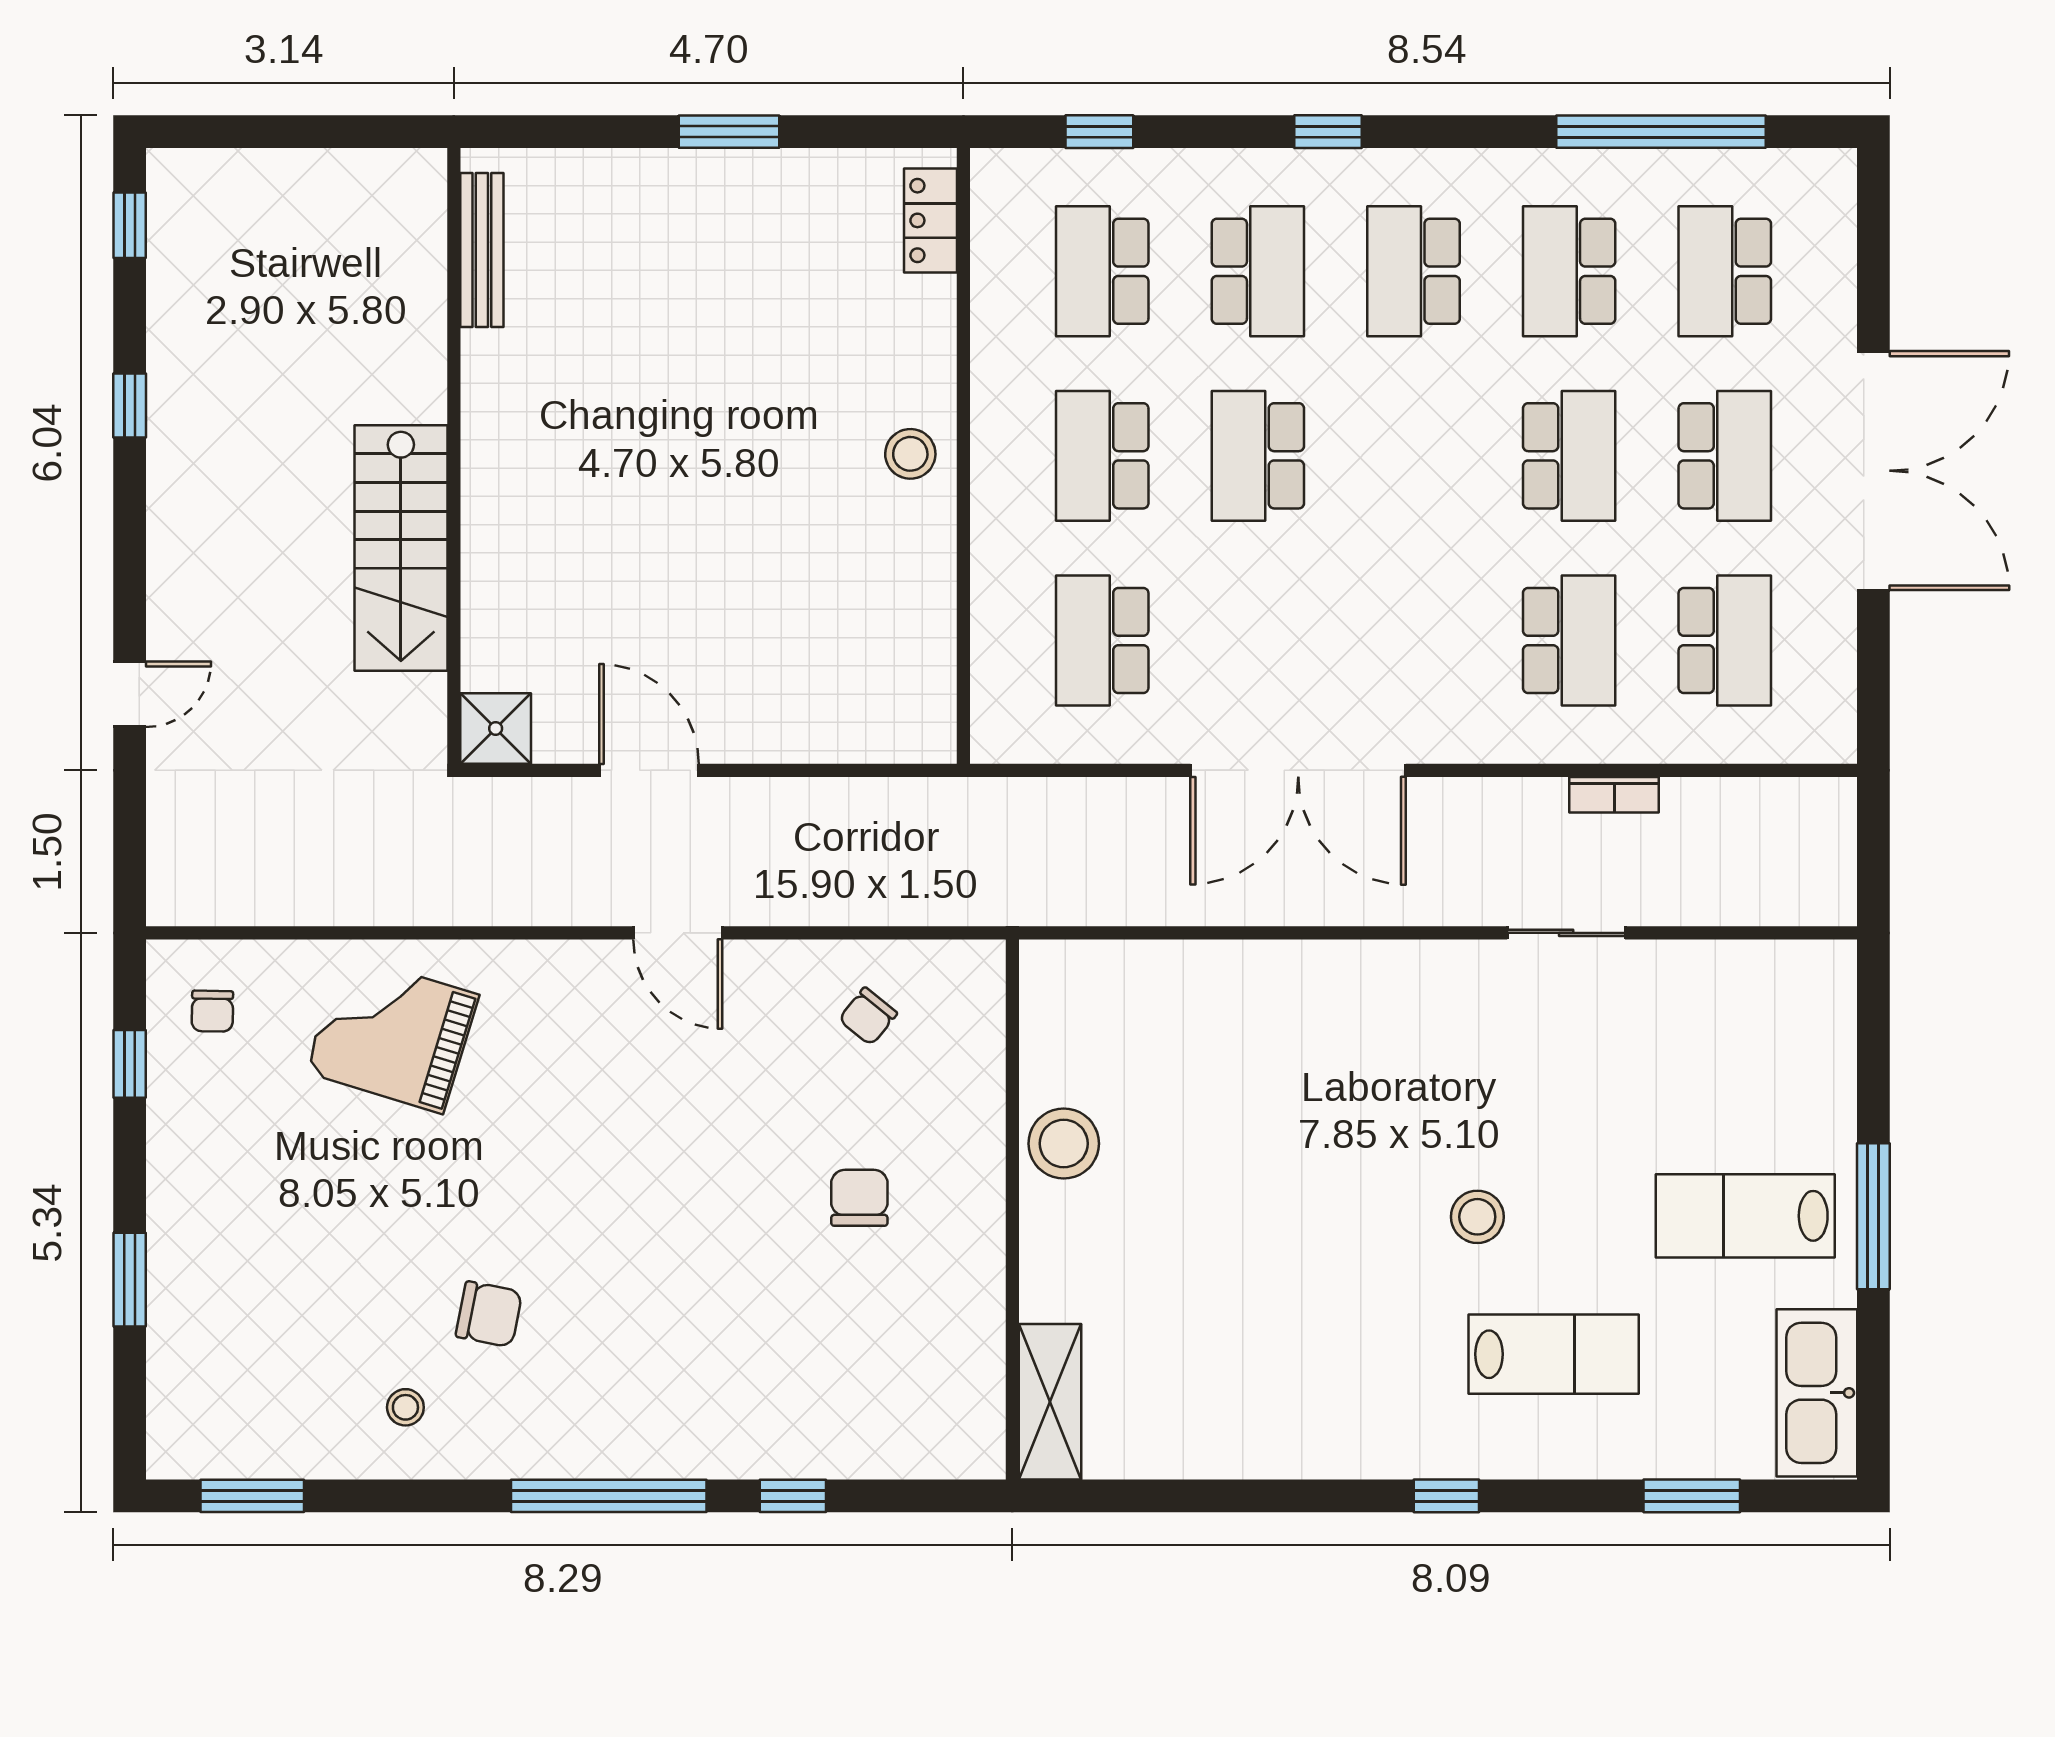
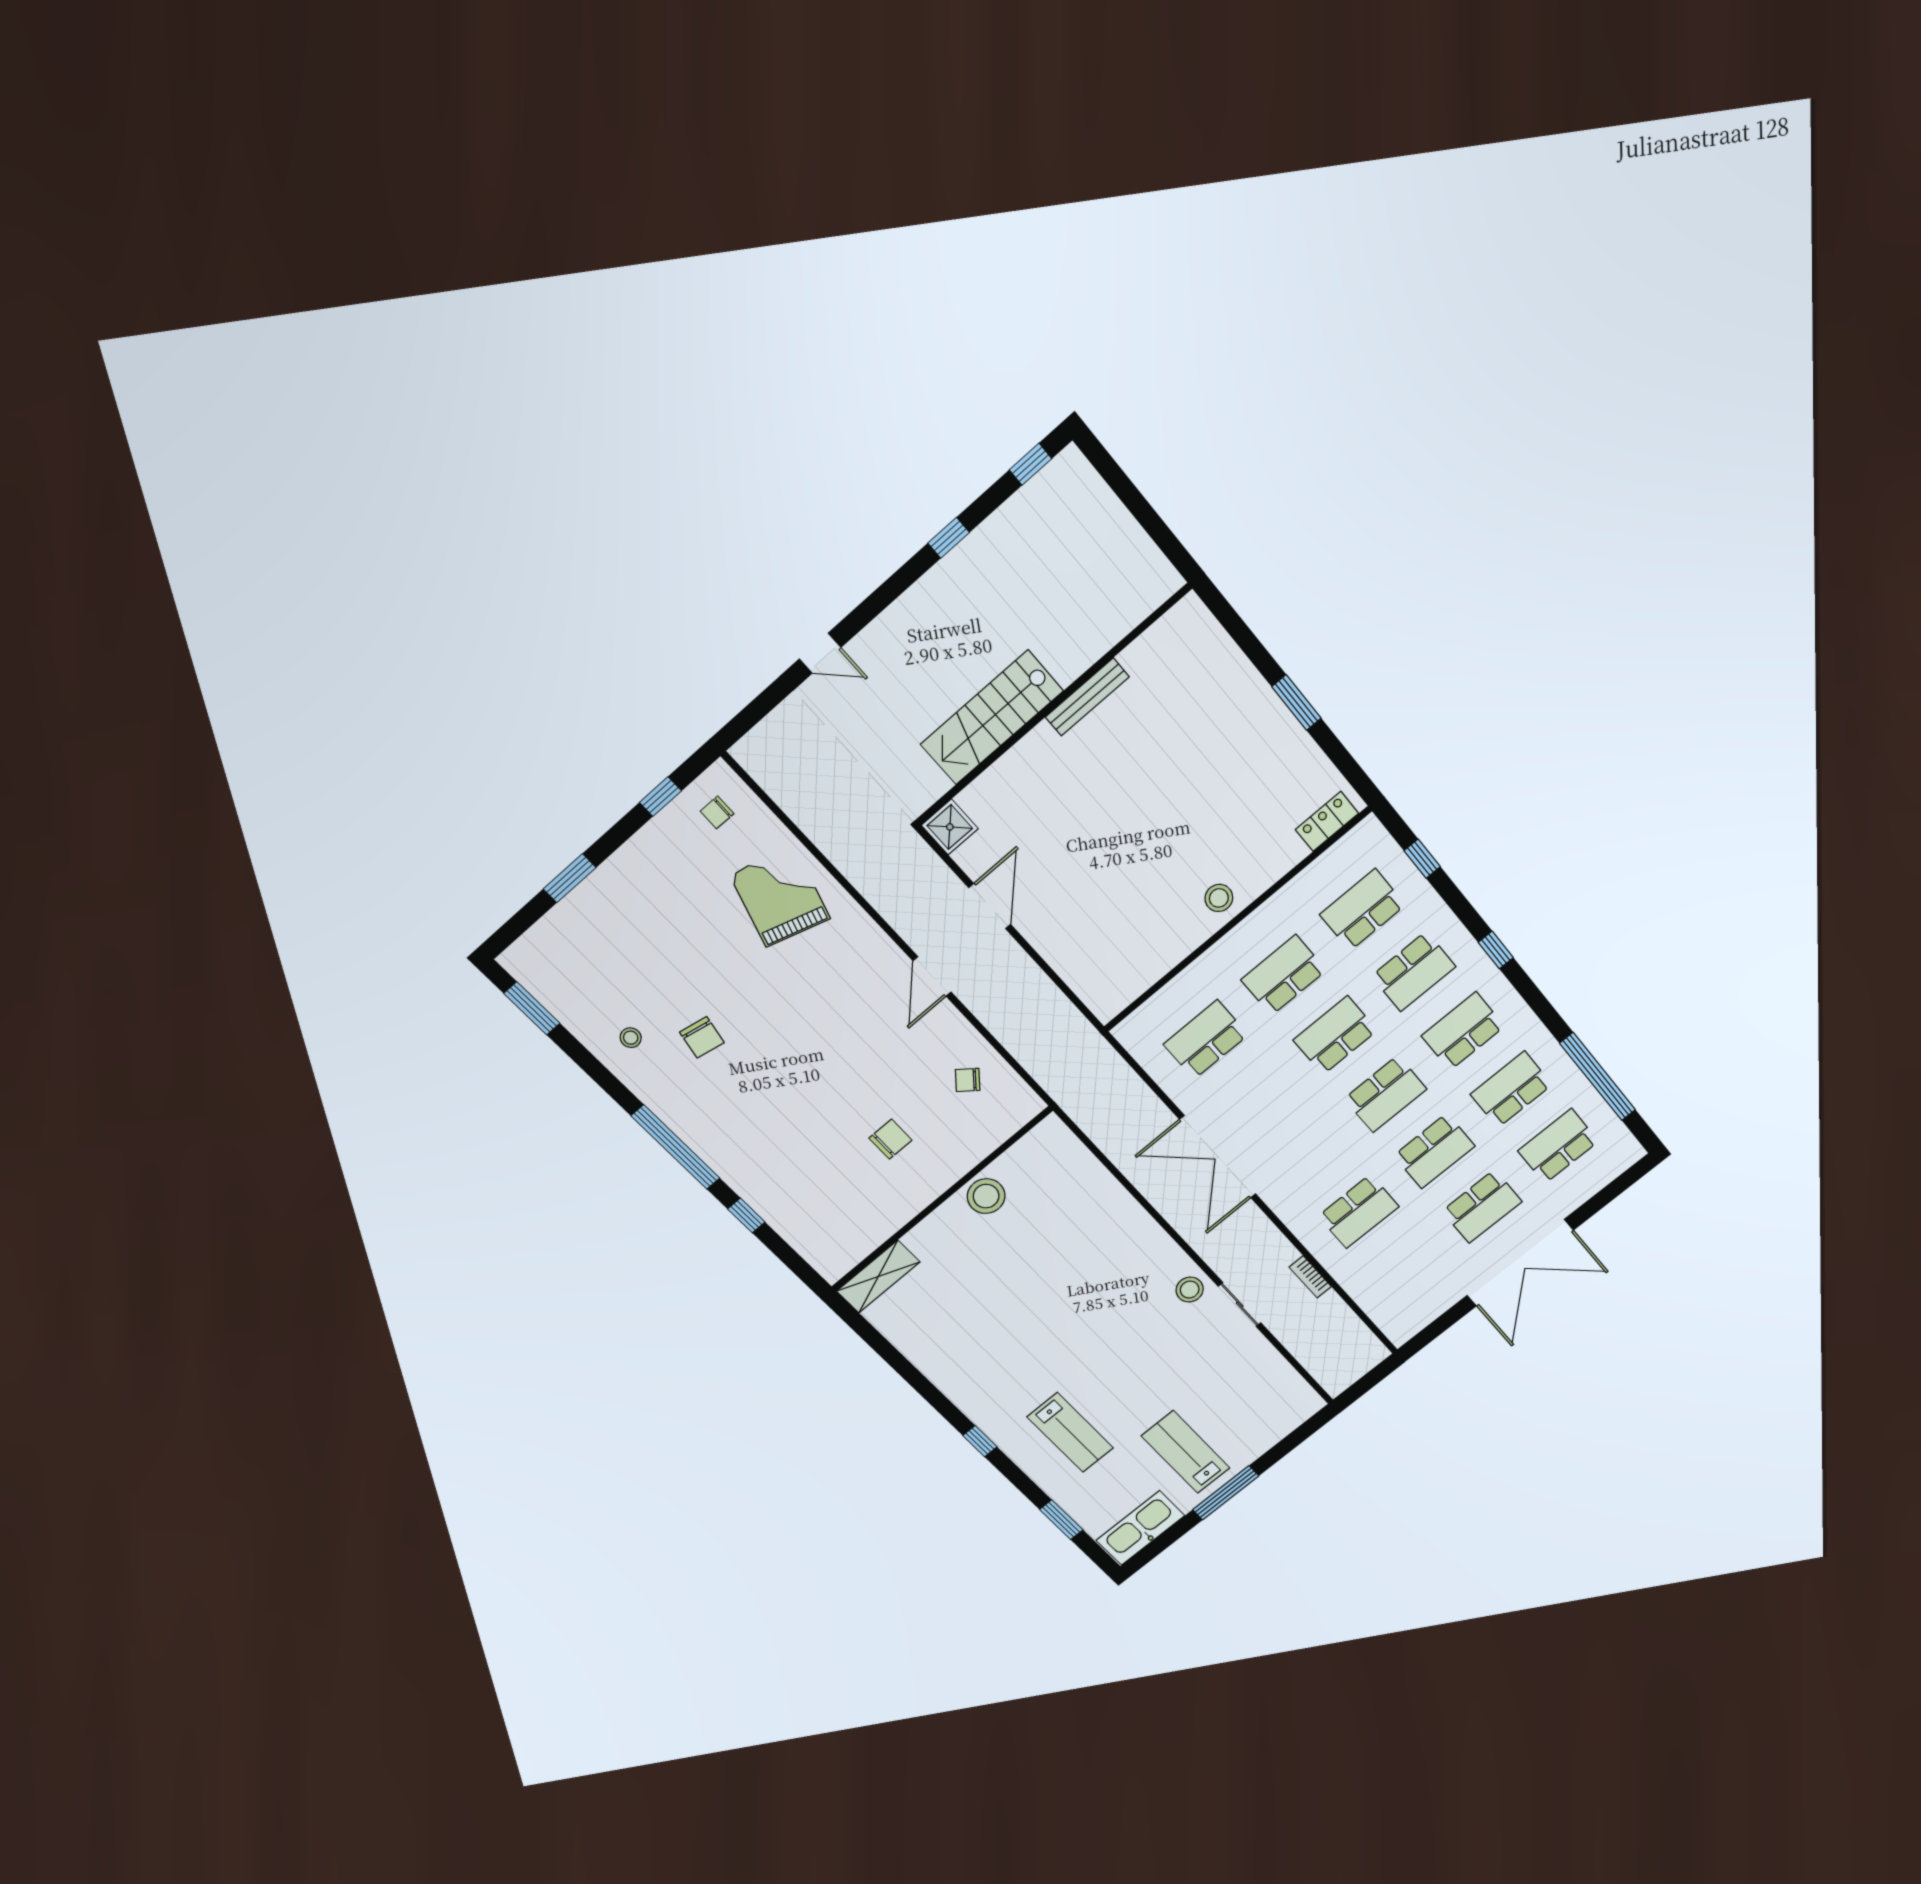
bench: (482, 250) -> (1087, 697), moved
school desk: (1725, 640) -> (1385, 1094), moved
stool: (1477, 1217) -> (1190, 1290), moved

